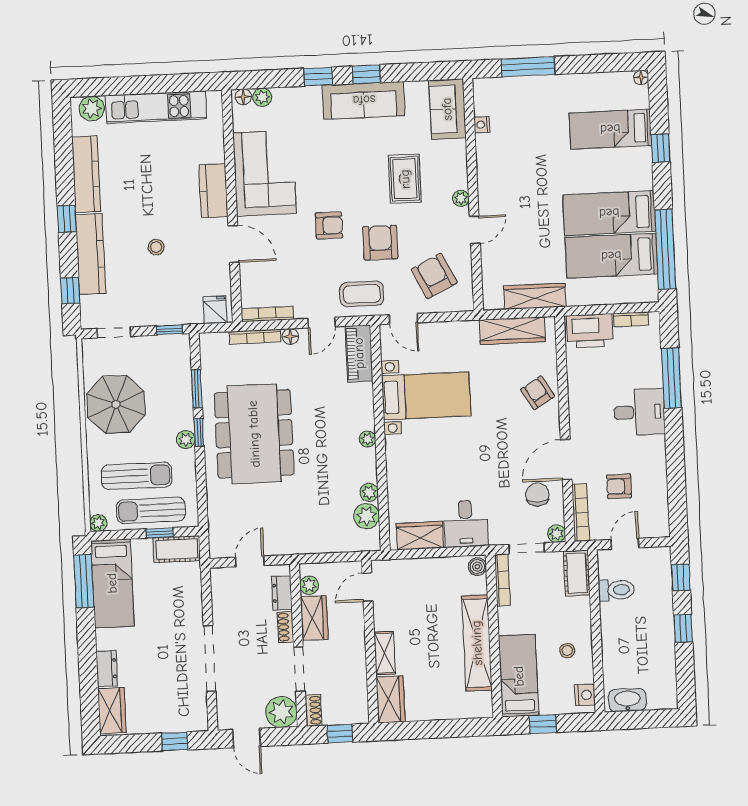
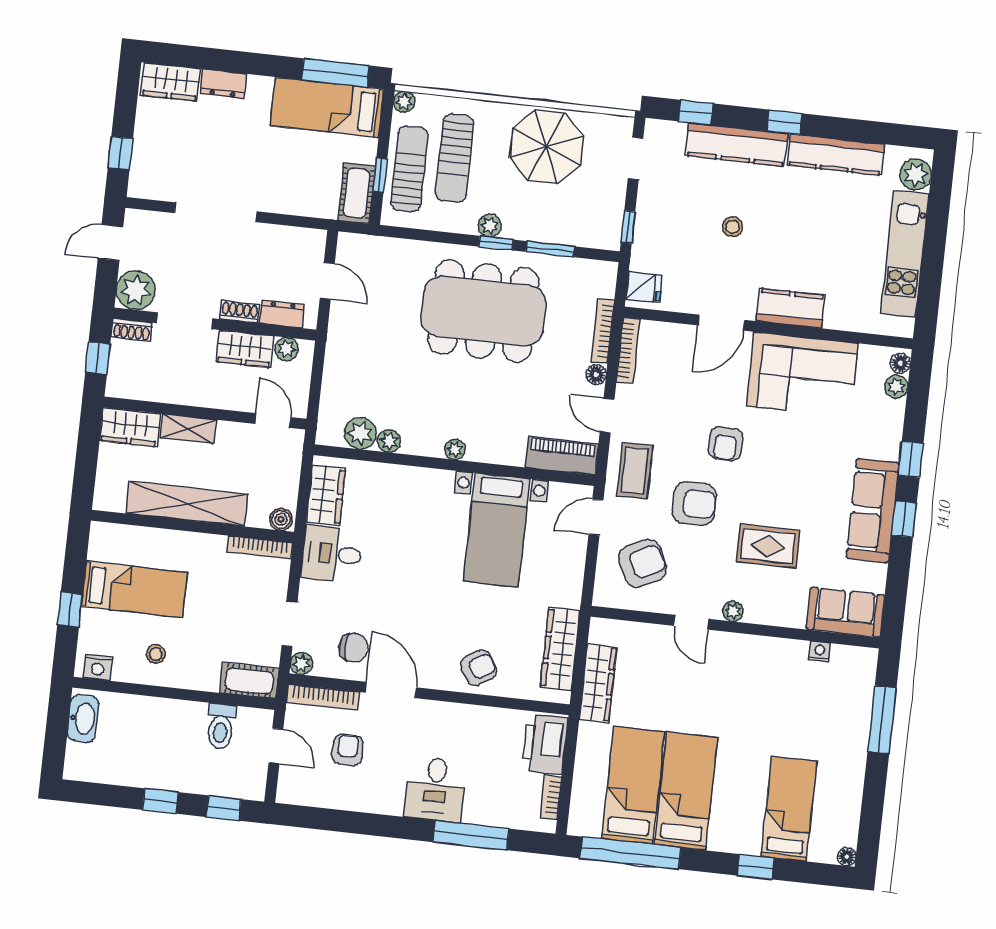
boiler: (477, 567) -> (281, 519), moved
bookcase: (502, 580) -> (260, 547), moved
wall: (494, 636) -> (192, 526), moved
shelving: (477, 643) -> (187, 504), moved

